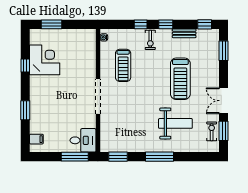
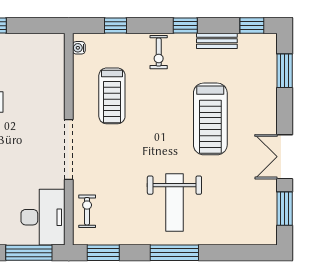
window: (141, 24) -> (115, 26), moved
weight bench: (175, 123) -> (174, 202), moved, turned 90
exercise bike: (212, 131) -> (87, 211), moved
desk: (83, 140) -> (43, 217), width x1.37

